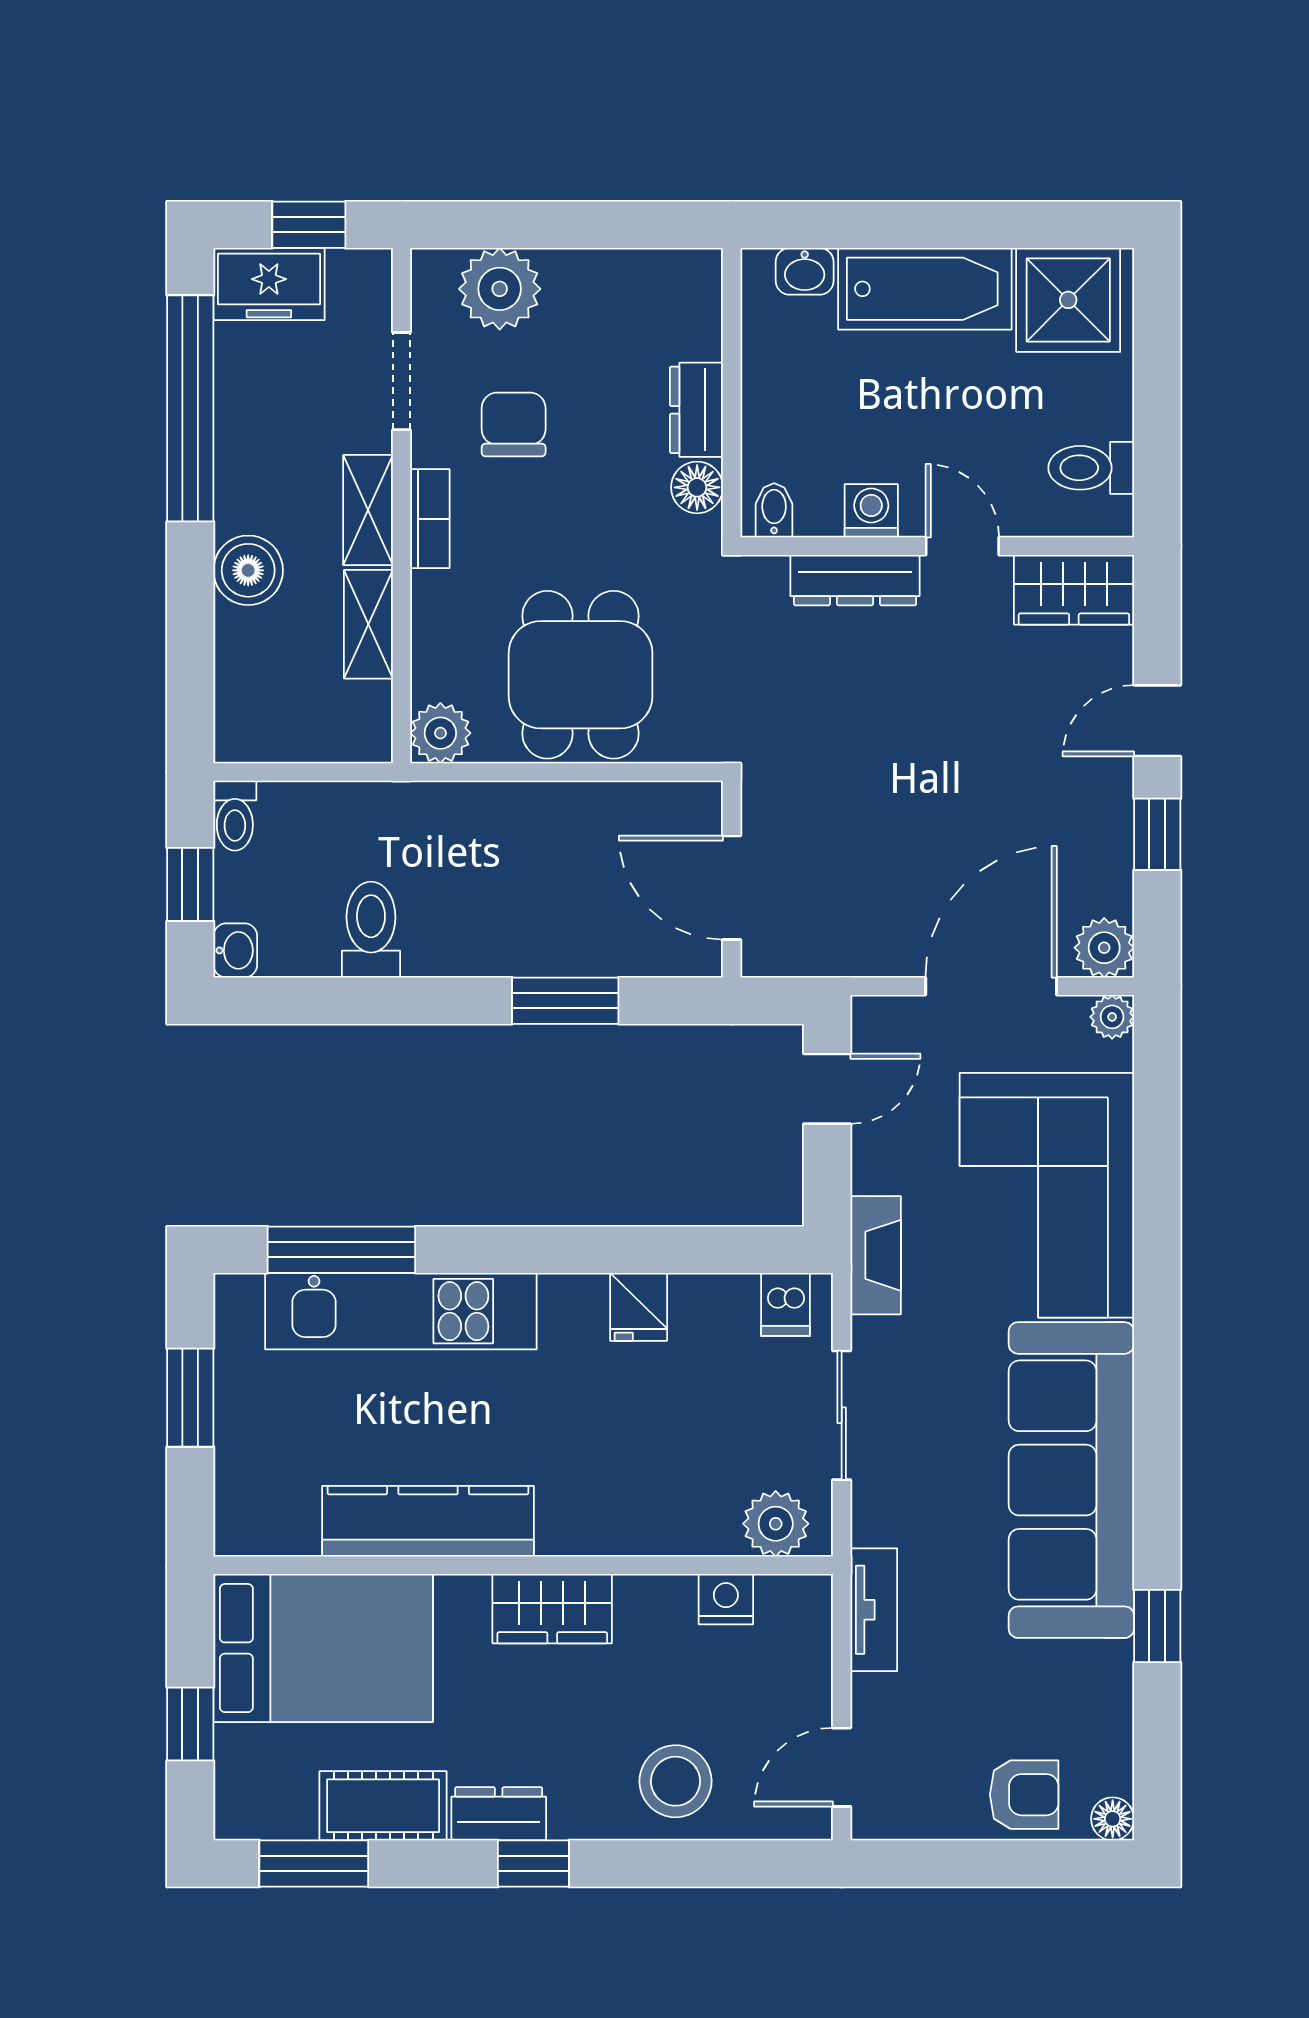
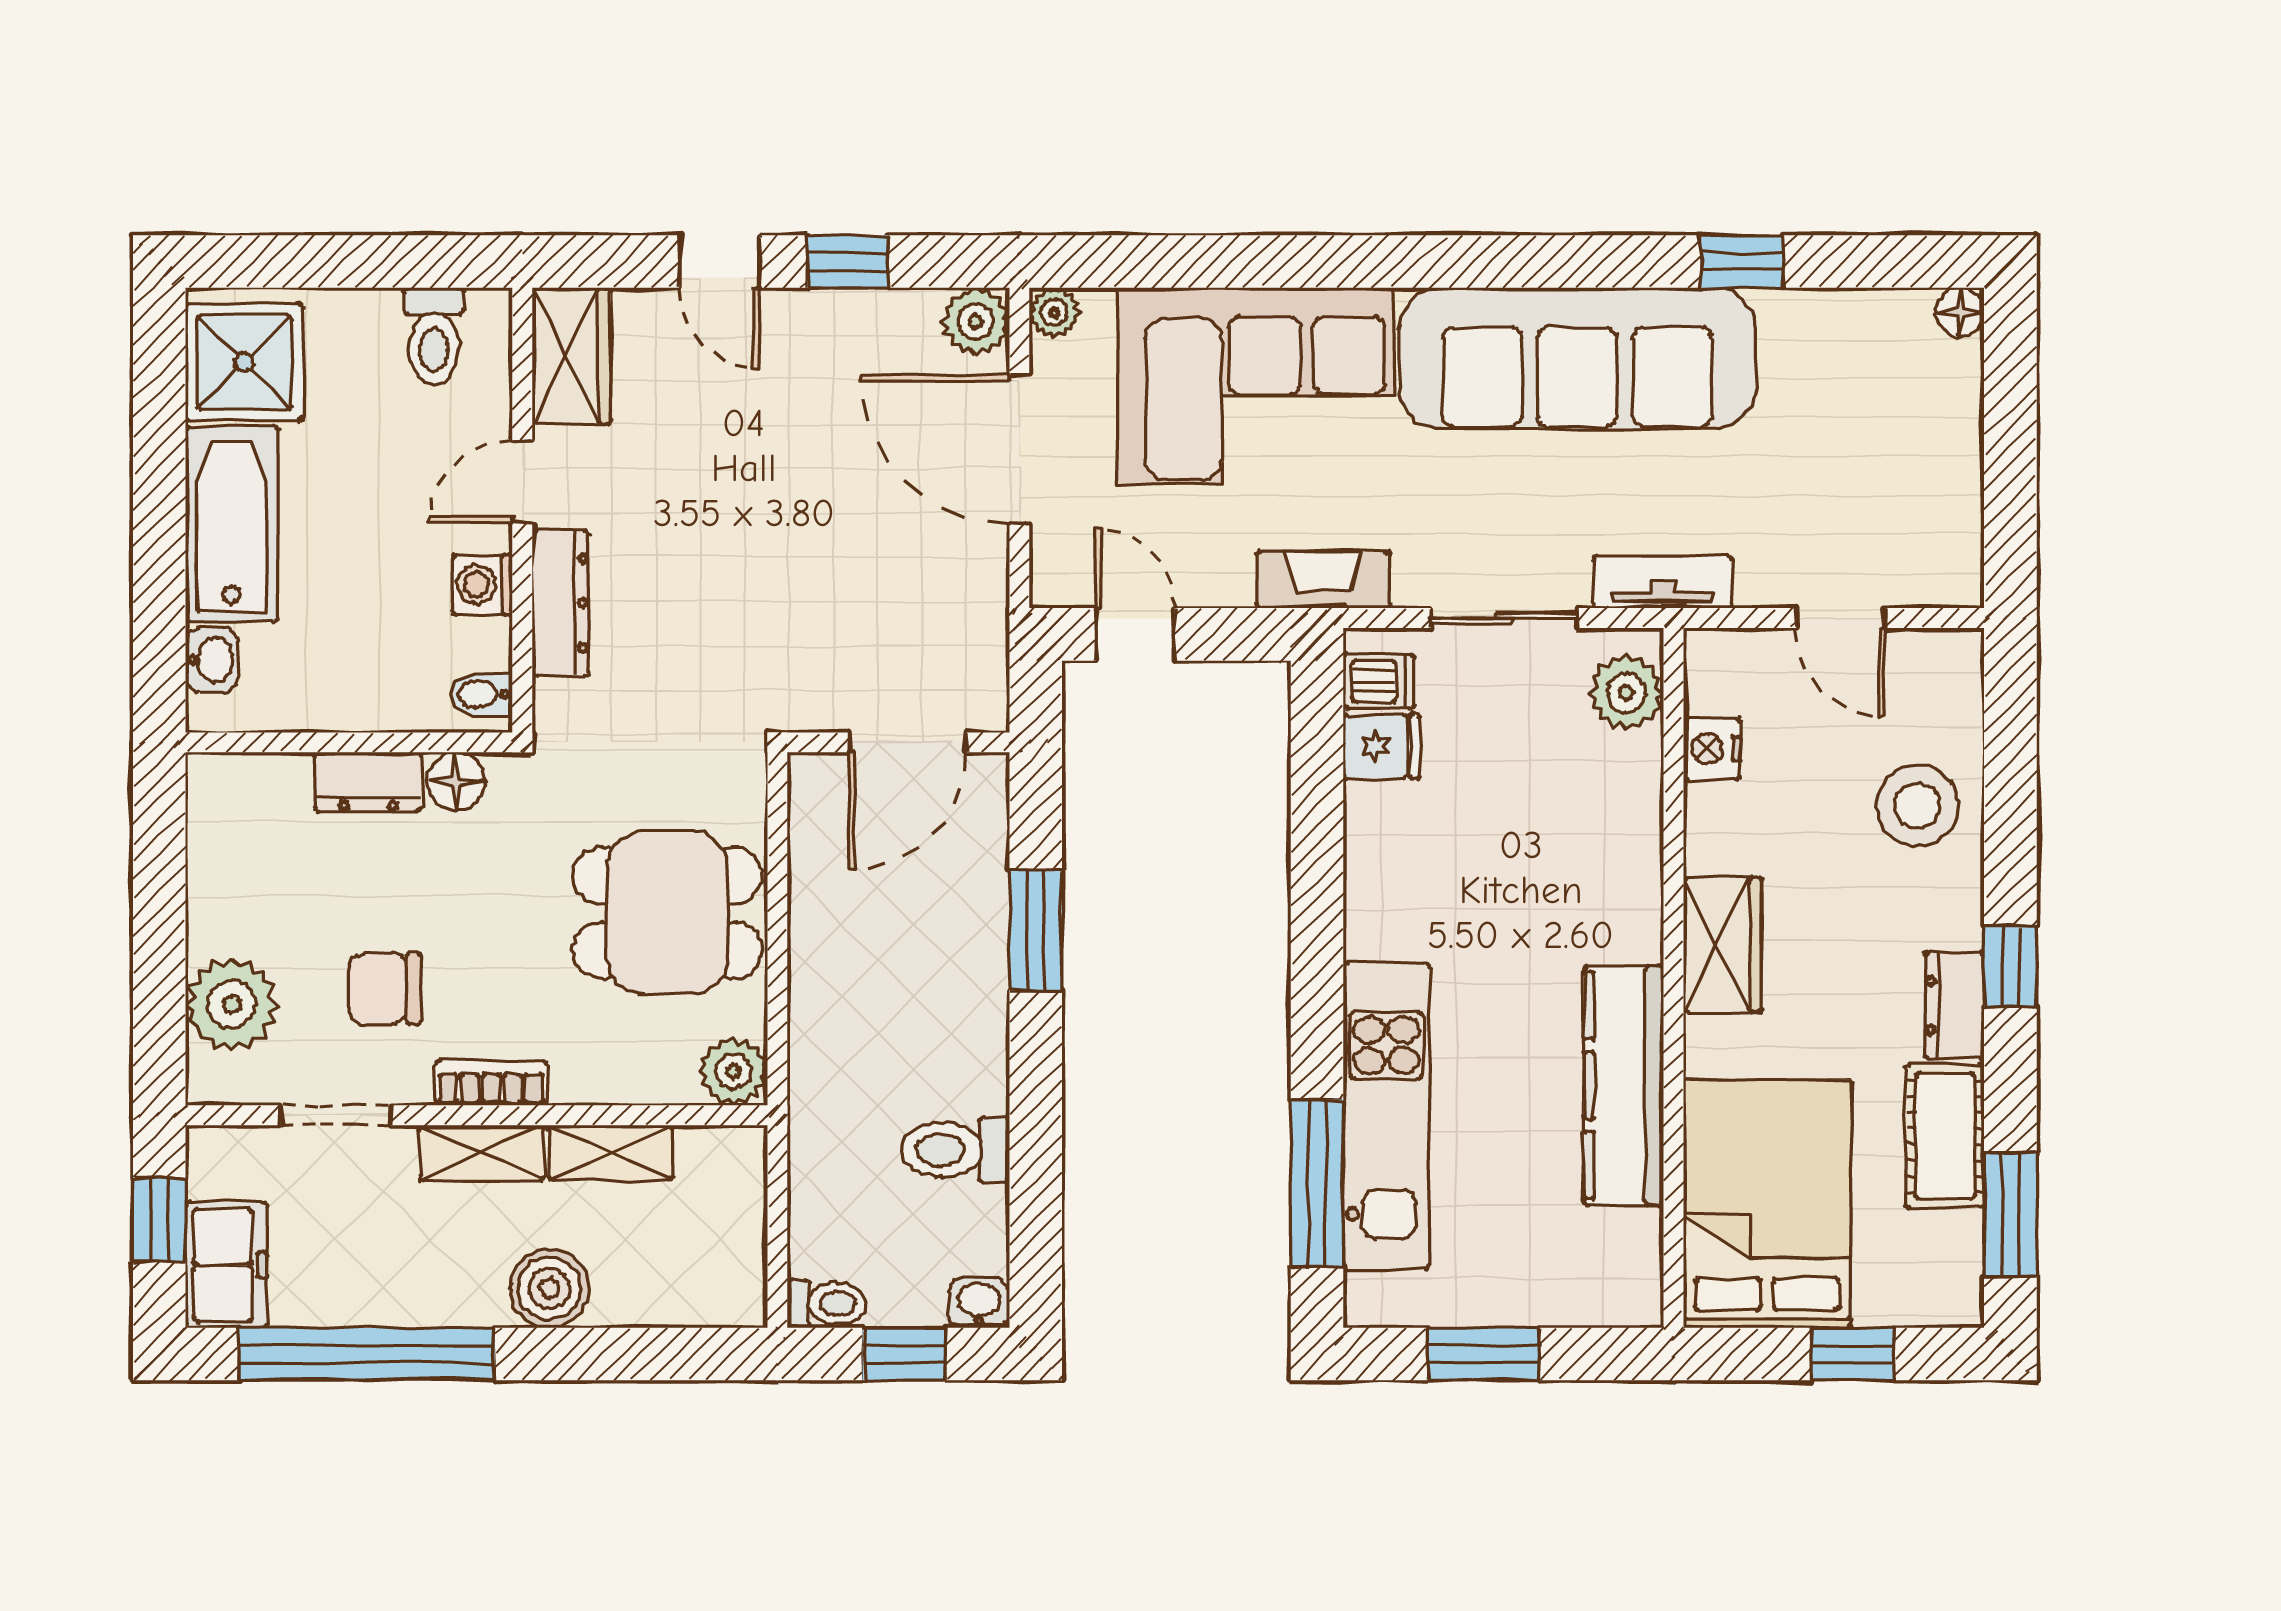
fridge: (639, 1307) -> (1382, 746), moved
tv unit: (874, 1610) -> (1663, 582), moved
door: (842, 1767) -> (1841, 618), moved
armchair: (1024, 1795) -> (1933, 412), removed

